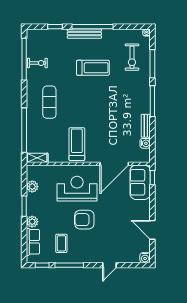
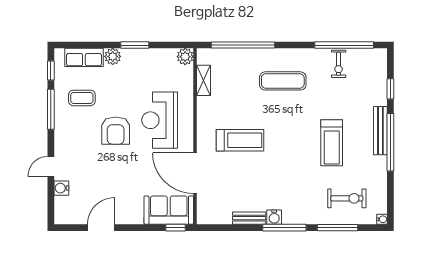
exercise bike: (132, 57) -> (347, 198), turned 180
water cooler: (145, 143) -> (274, 217), moved
treadmill: (77, 144) -> (240, 140), moved
shelving: (37, 158) -> (203, 80), moved
plant: (32, 187) -> (185, 57), moved
reception desk: (77, 189) -> (160, 120), turned 180
armchair: (84, 220) -> (116, 131), turned 180
water cooler: (145, 258) -> (61, 188), moved
door: (109, 265) -> (51, 166), hinge flipped

